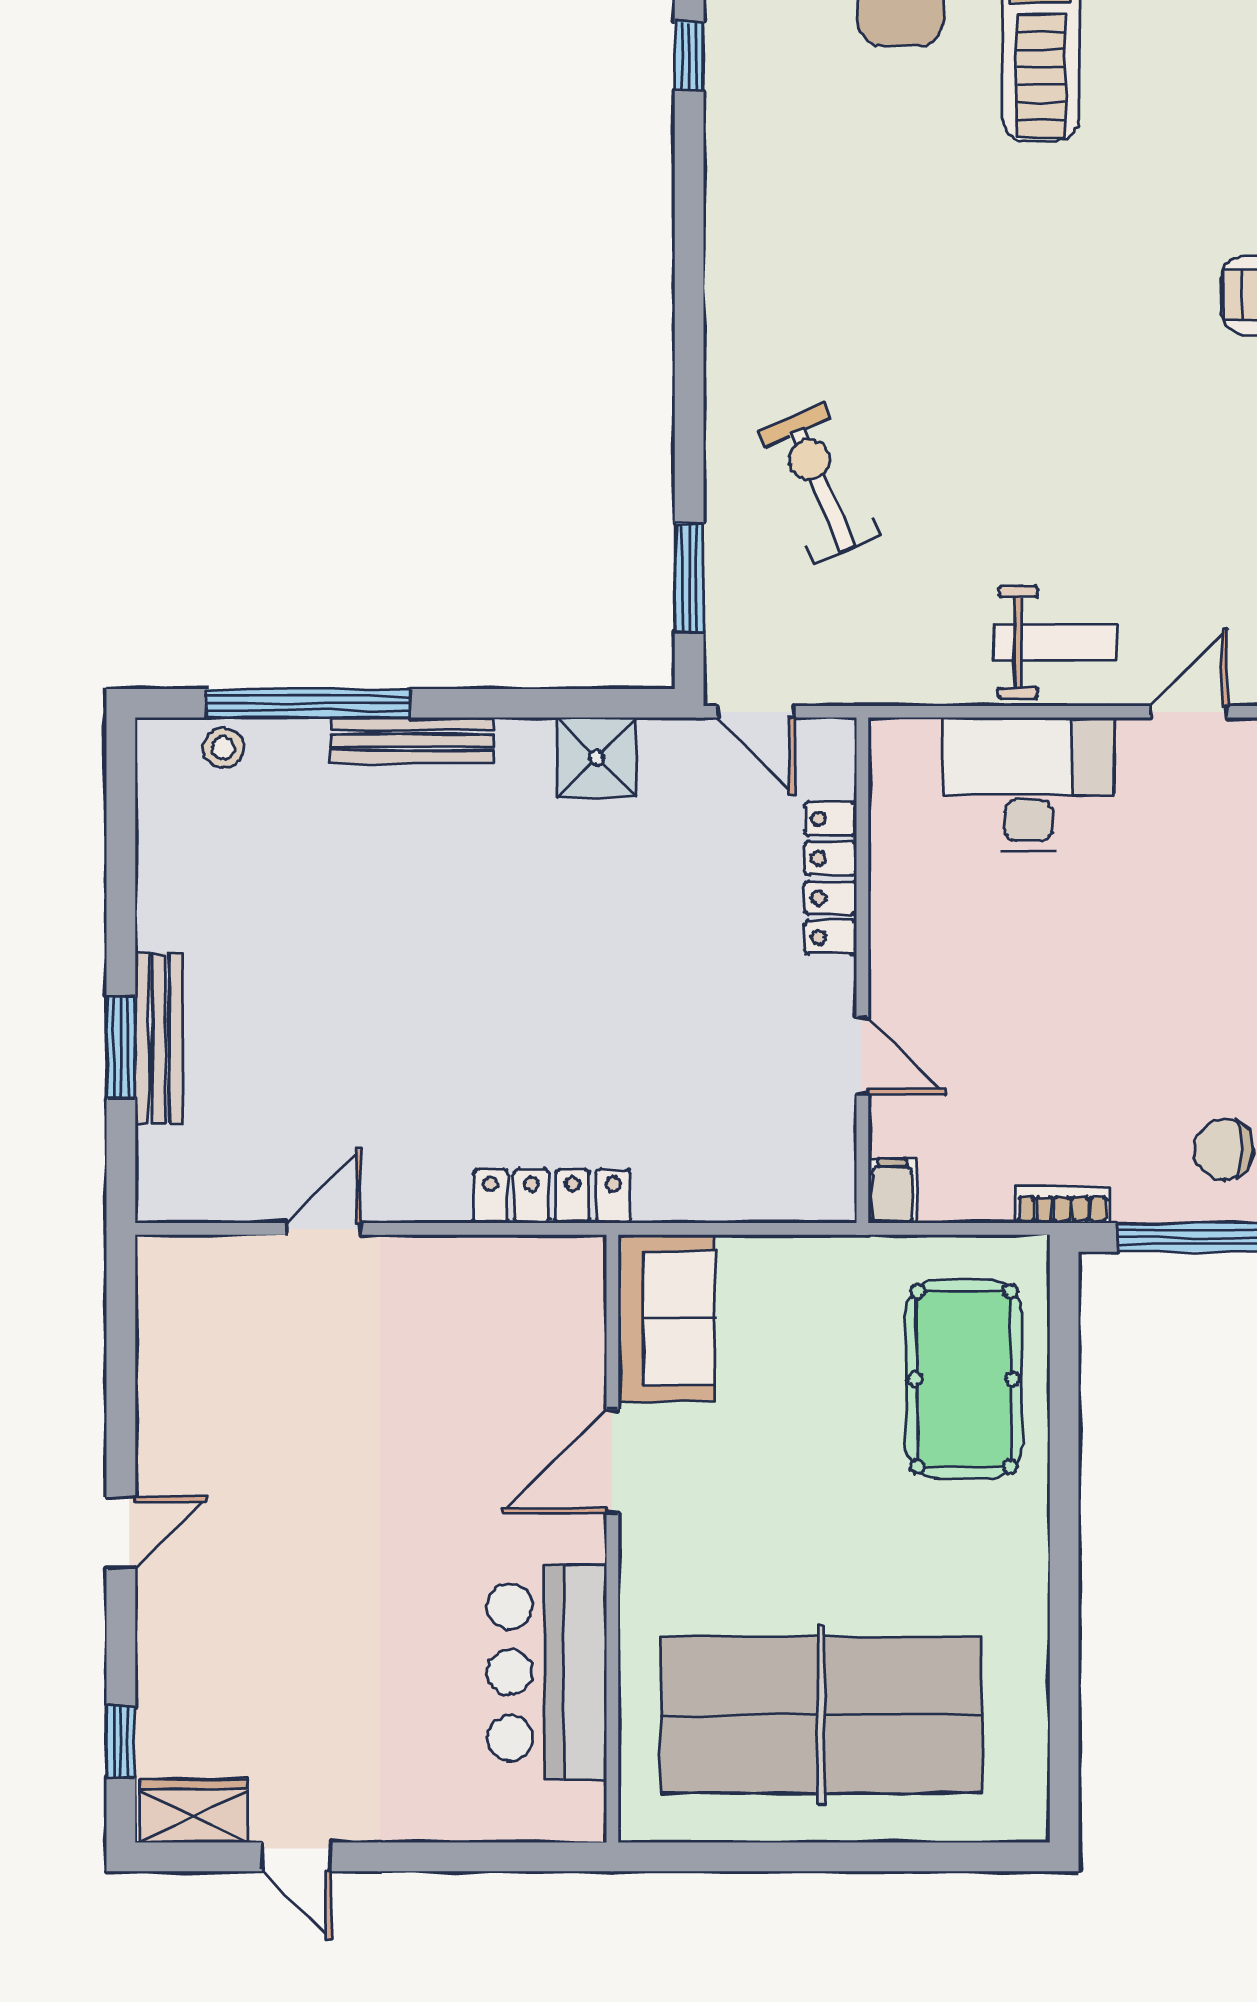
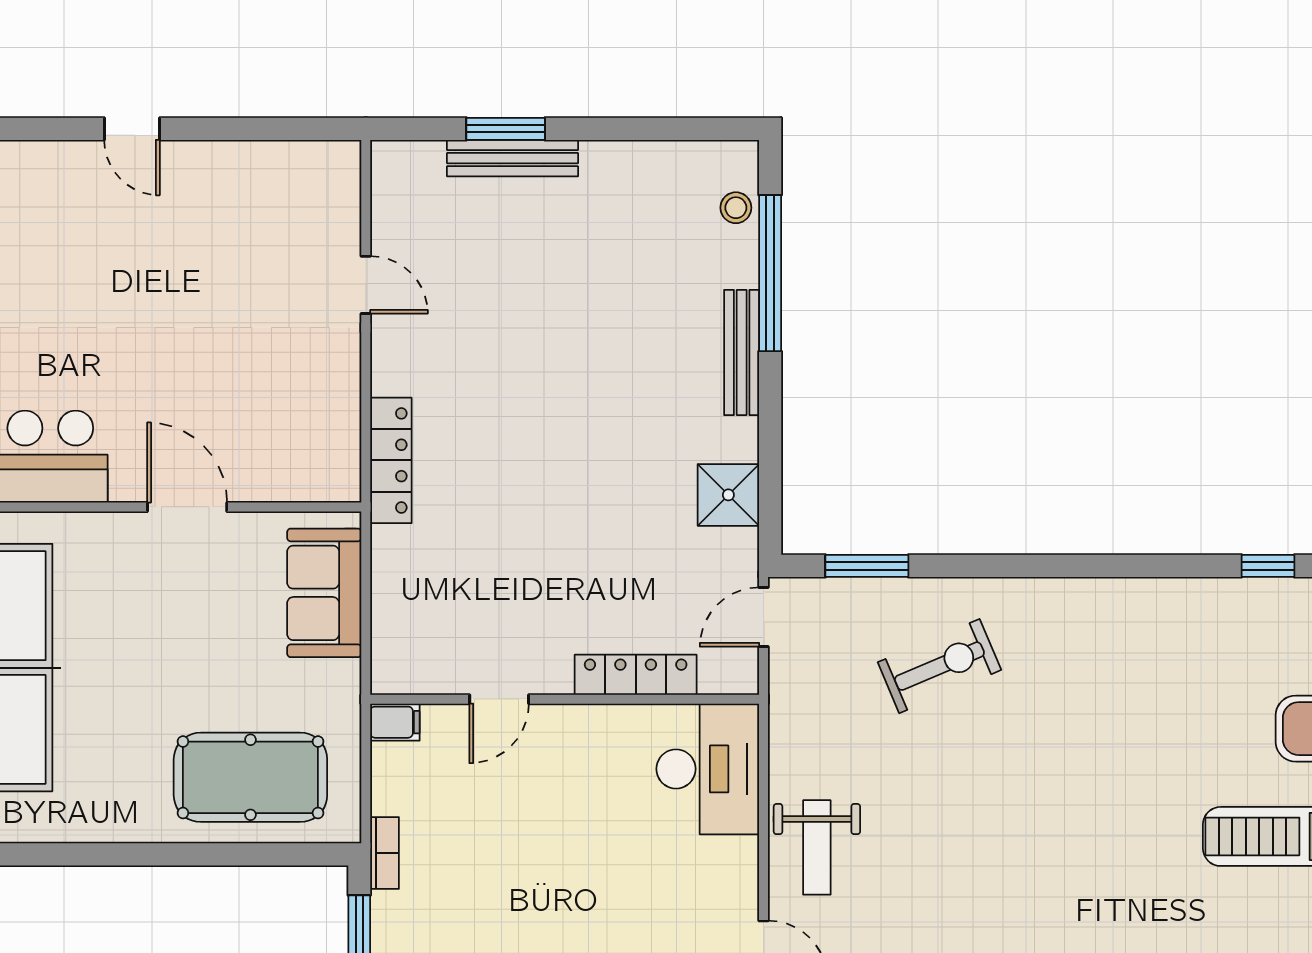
desk: (1028, 784) -> (708, 769), moved
sofa: (666, 1318) -> (324, 593), moved, turned 90

